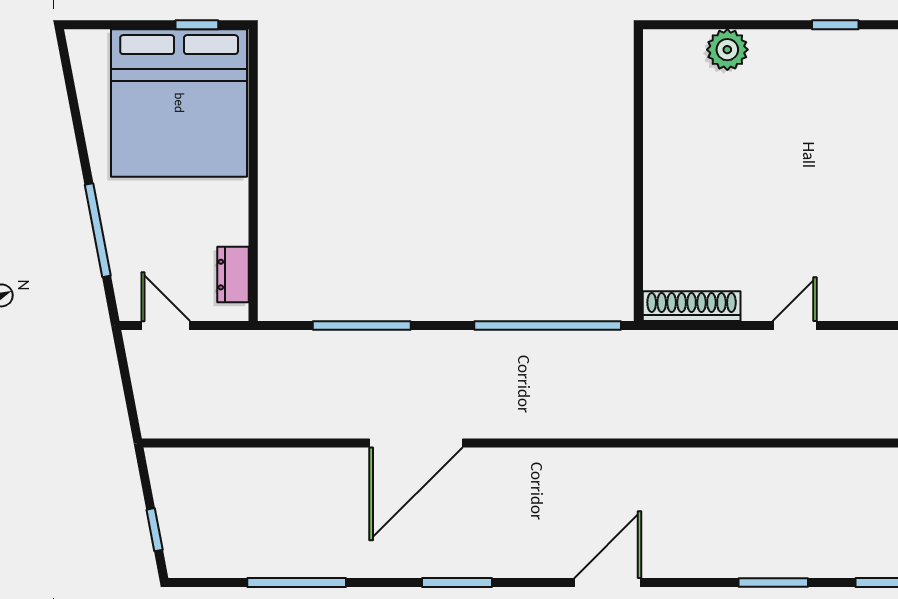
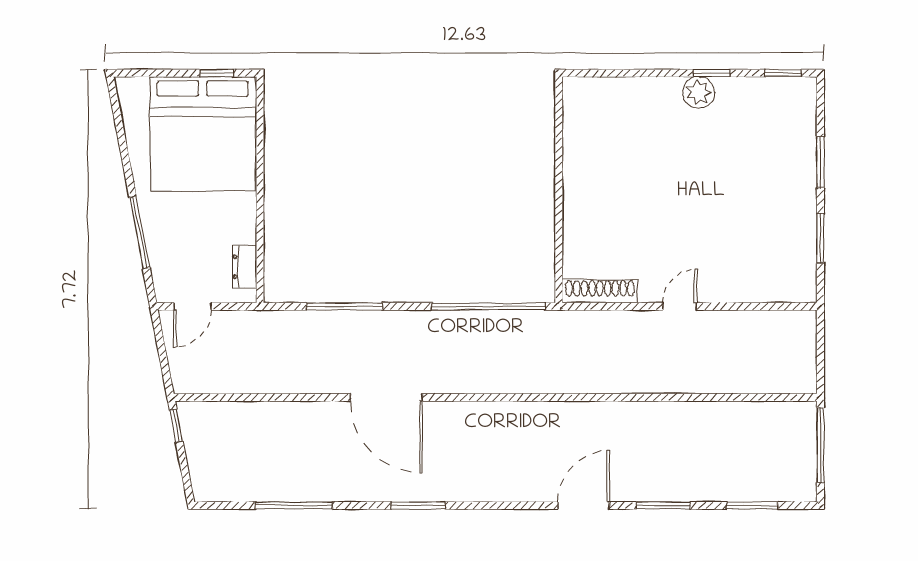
plant: (727, 50) -> (699, 92), moved
door: (166, 326) -> (192, 306), swing flipped
door: (416, 443) -> (386, 397), hinge flipped
window: (155, 530) -> (176, 426), moved
door: (608, 582) -> (584, 505), moved

